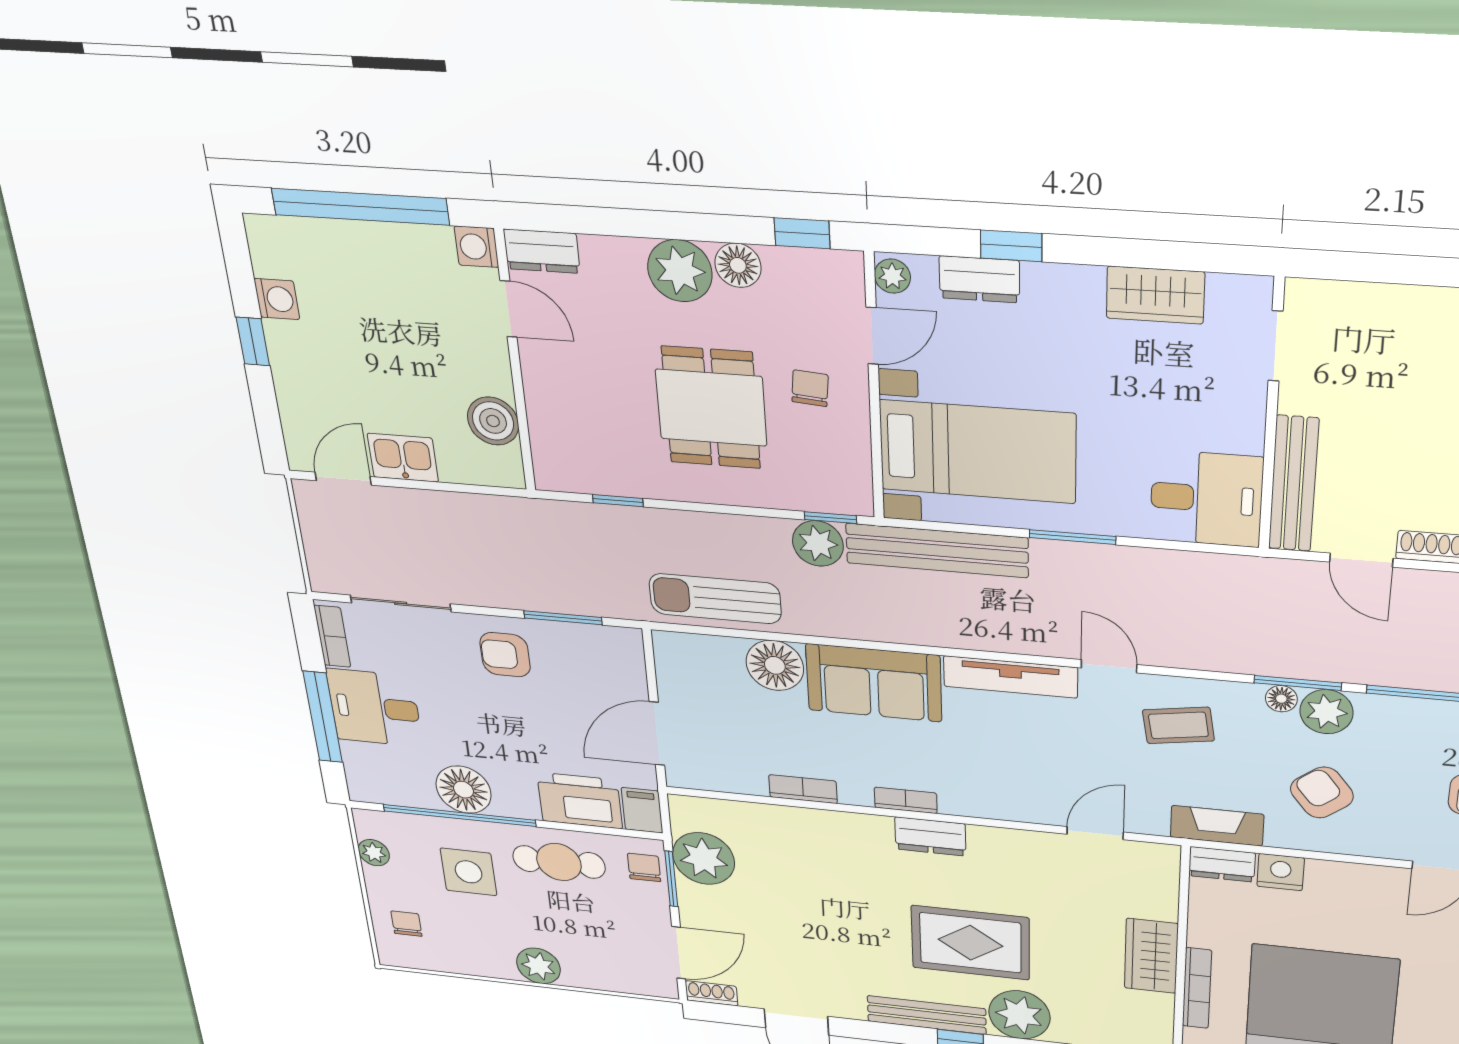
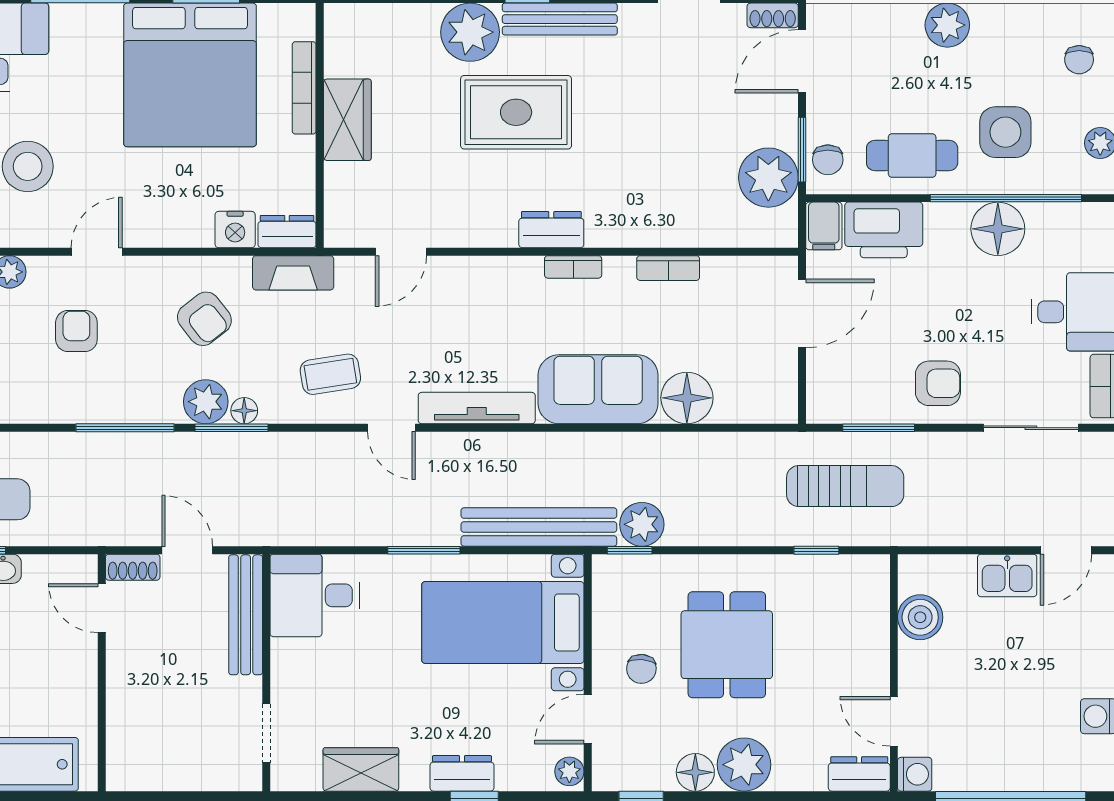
dresser: (979, 279) -> (462, 773), moved
sun lounger: (715, 599) -> (845, 486), moved

